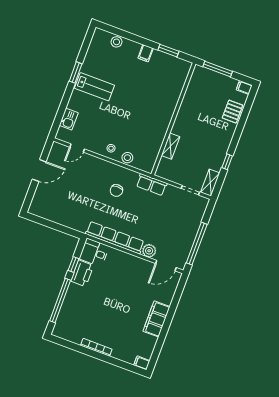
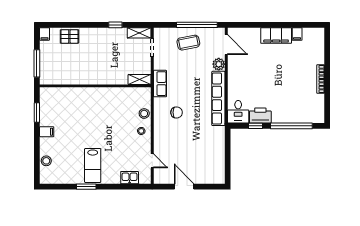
lab bench: (95, 87) -> (93, 165), turned 180
shelving: (171, 146) -> (140, 79), moved
coffee table: (182, 228) -> (188, 43), added
filing cabinet: (142, 363) -> (297, 34), moved

